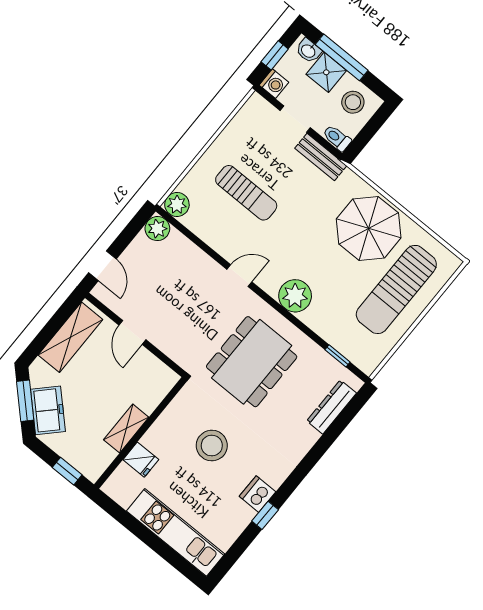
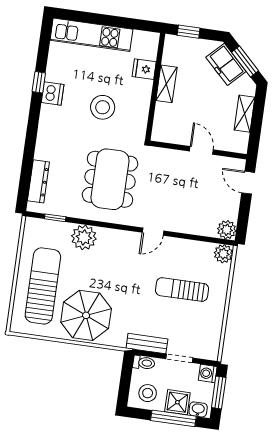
window: (275, 55) -> (219, 393), width x1.50
plant: (295, 296) -> (84, 237), moved
shelving: (70, 337) -> (244, 114), width x0.67, depth x0.75

